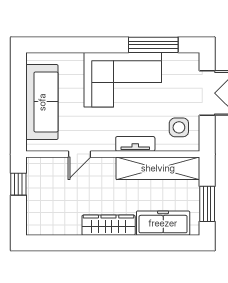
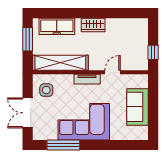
sofa: (42, 102) -> (138, 107), width x0.73
tv unit: (135, 144) -> (87, 79), moved
wardrobe: (109, 225) -> (93, 25), width x0.67

